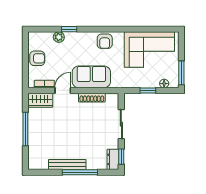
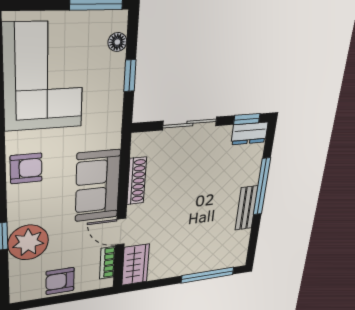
plant: (59, 37) -> (28, 242), width x1.88, depth x1.88
armchair: (37, 58) -> (60, 281), turned -90
window: (25, 129) -> (208, 275), moved
bench: (67, 165) -> (247, 208), width x0.73

